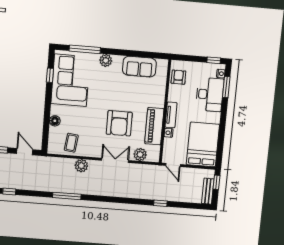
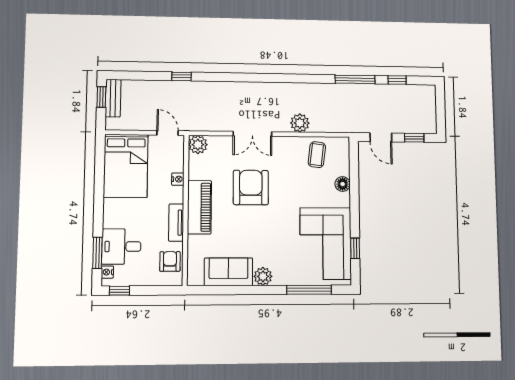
plant: (106, 60) -> (263, 276), moved
armchair: (178, 77) -> (170, 261), turned 180
desk: (210, 94) -> (121, 247), width x0.73
tv unit: (171, 115) -> (176, 223), moved
piano: (154, 126) -> (199, 207), moved
plant: (140, 154) -> (198, 145), moved
window: (217, 182) -> (101, 97), moved
window: (67, 196) -> (355, 79), moved

